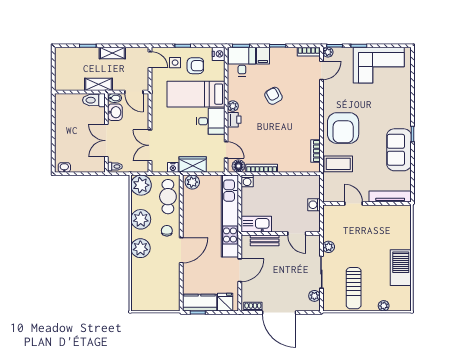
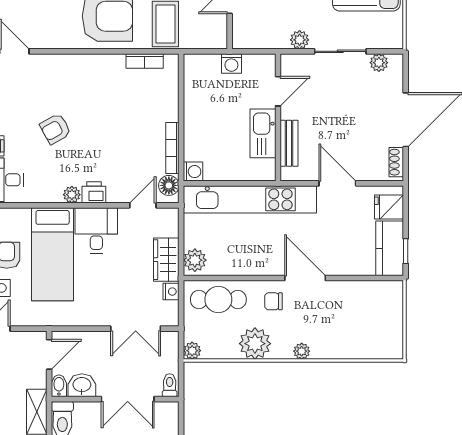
plant: (141, 185) -> (192, 351), width x0.53, depth x0.53
kitchen sink: (256, 224) -> (263, 133), moved
plant: (140, 248) -> (302, 351), width x0.53, depth x0.53

